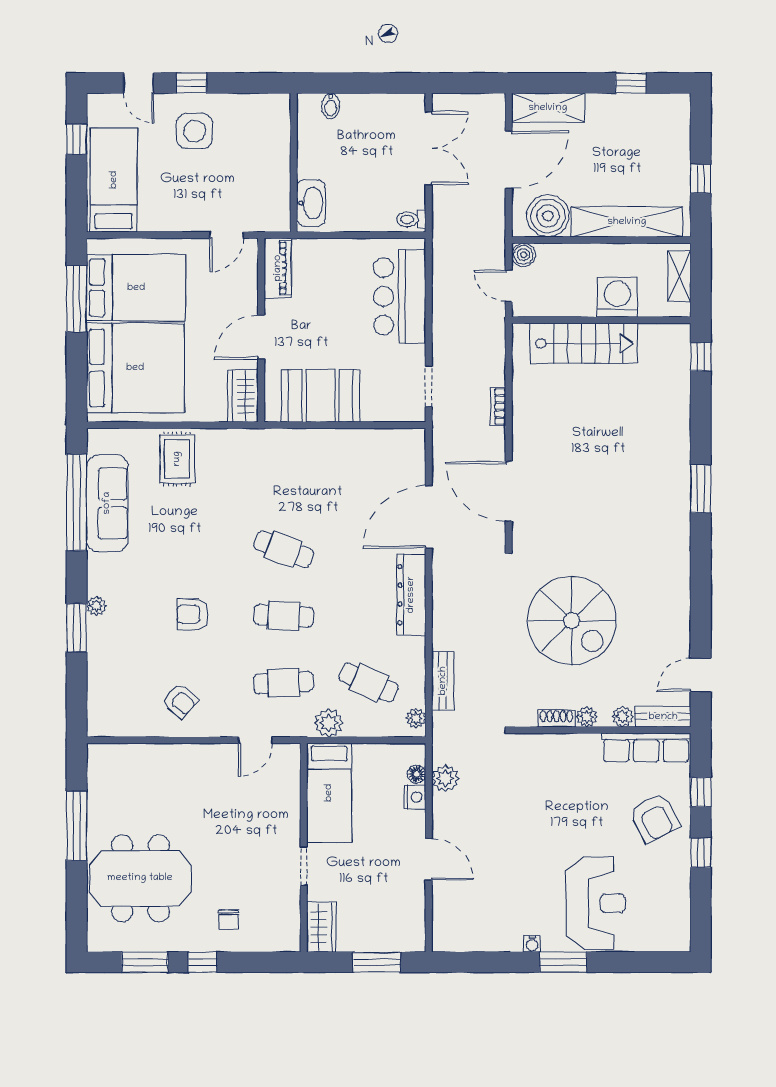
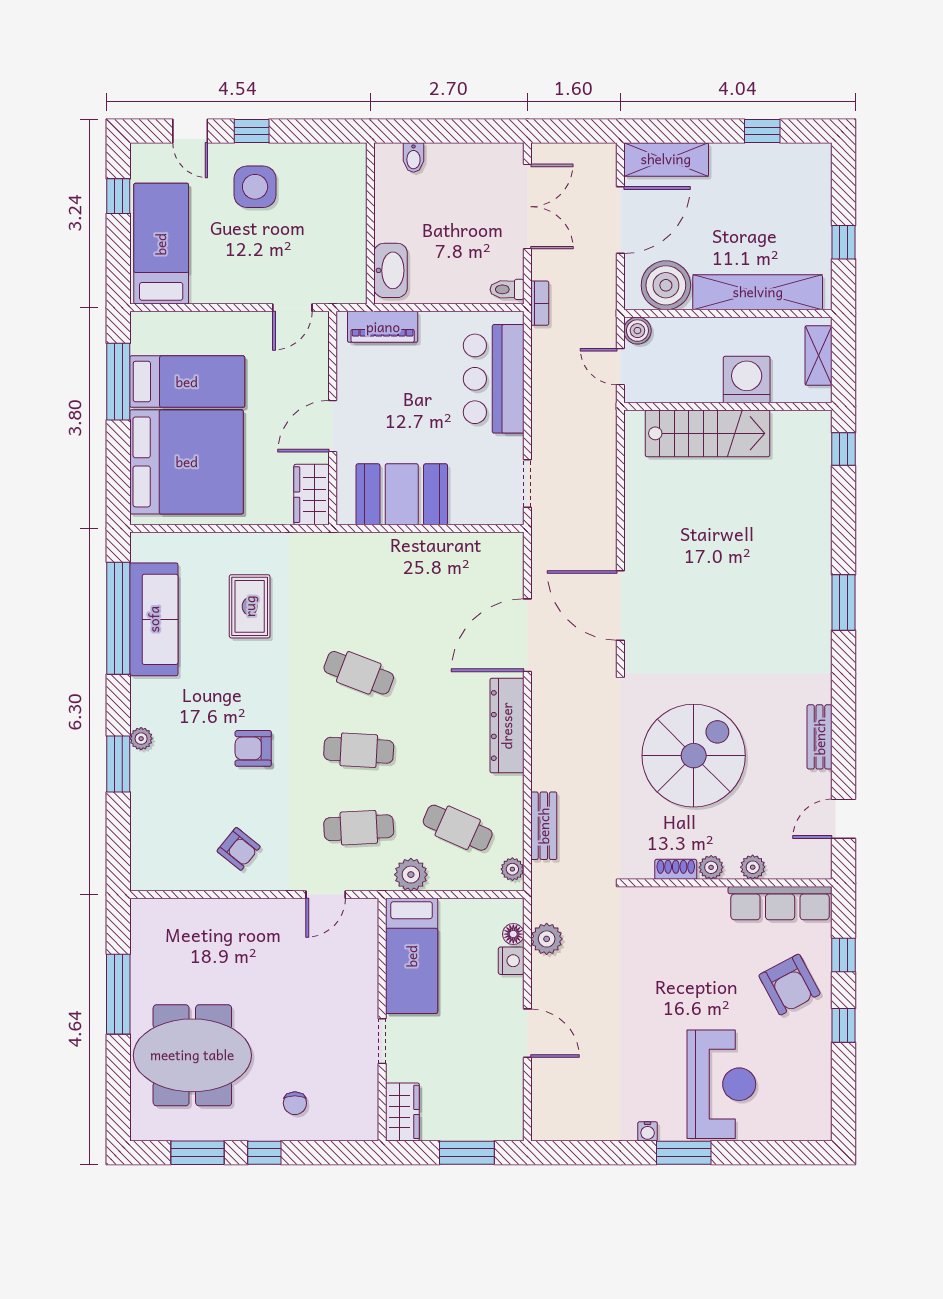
piano: (278, 268) -> (383, 327), moved, turned 90
bed: (136, 288) -> (187, 382), width x0.67
bookcase: (498, 407) -> (540, 303), moved, turned 180
rug: (177, 459) -> (250, 606), moved
spiral stairs: (572, 621) -> (694, 756), turned -90
bench: (663, 717) -> (820, 737), moved, turned 90

